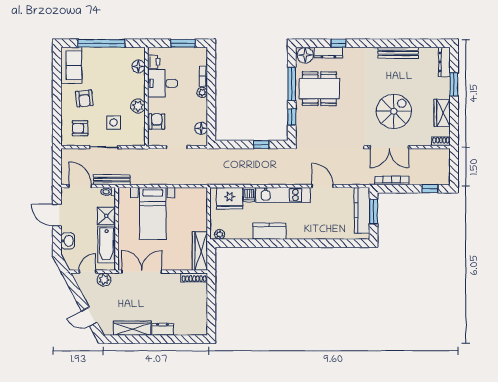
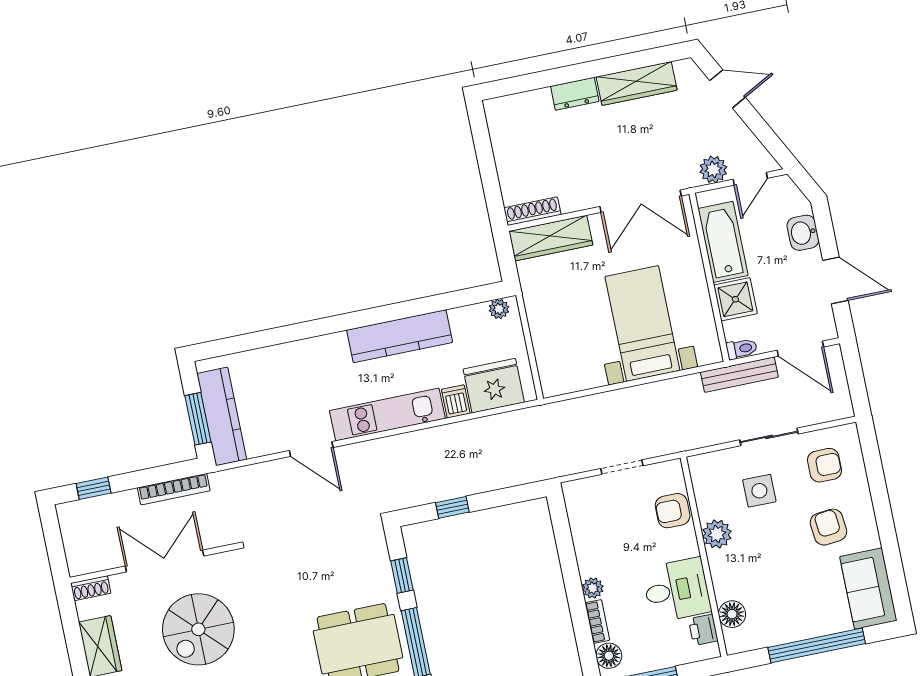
armchair: (157, 121) -> (673, 511), turned 90
floor lamp: (201, 128) -> (609, 656), moved
double door: (389, 147) -> (165, 561), moved
kitchen counter: (269, 231) -> (400, 336), width x1.50
wardrobe: (200, 251) -> (551, 238), moved, turned 90

